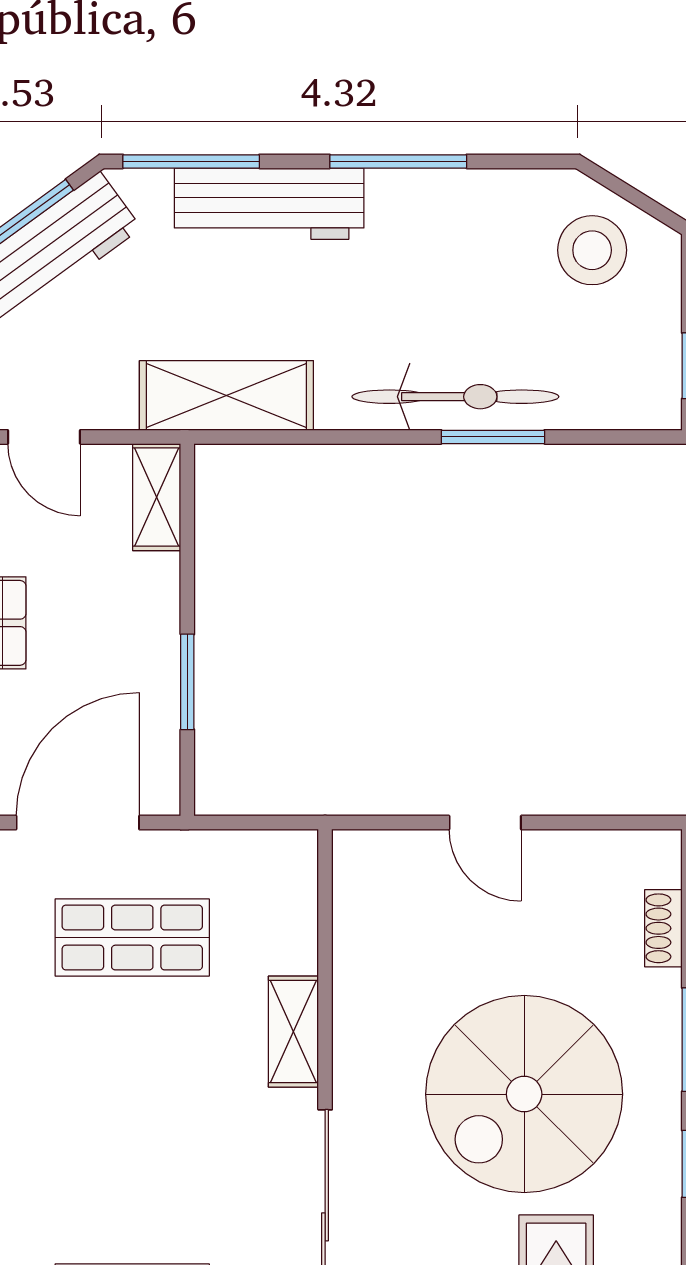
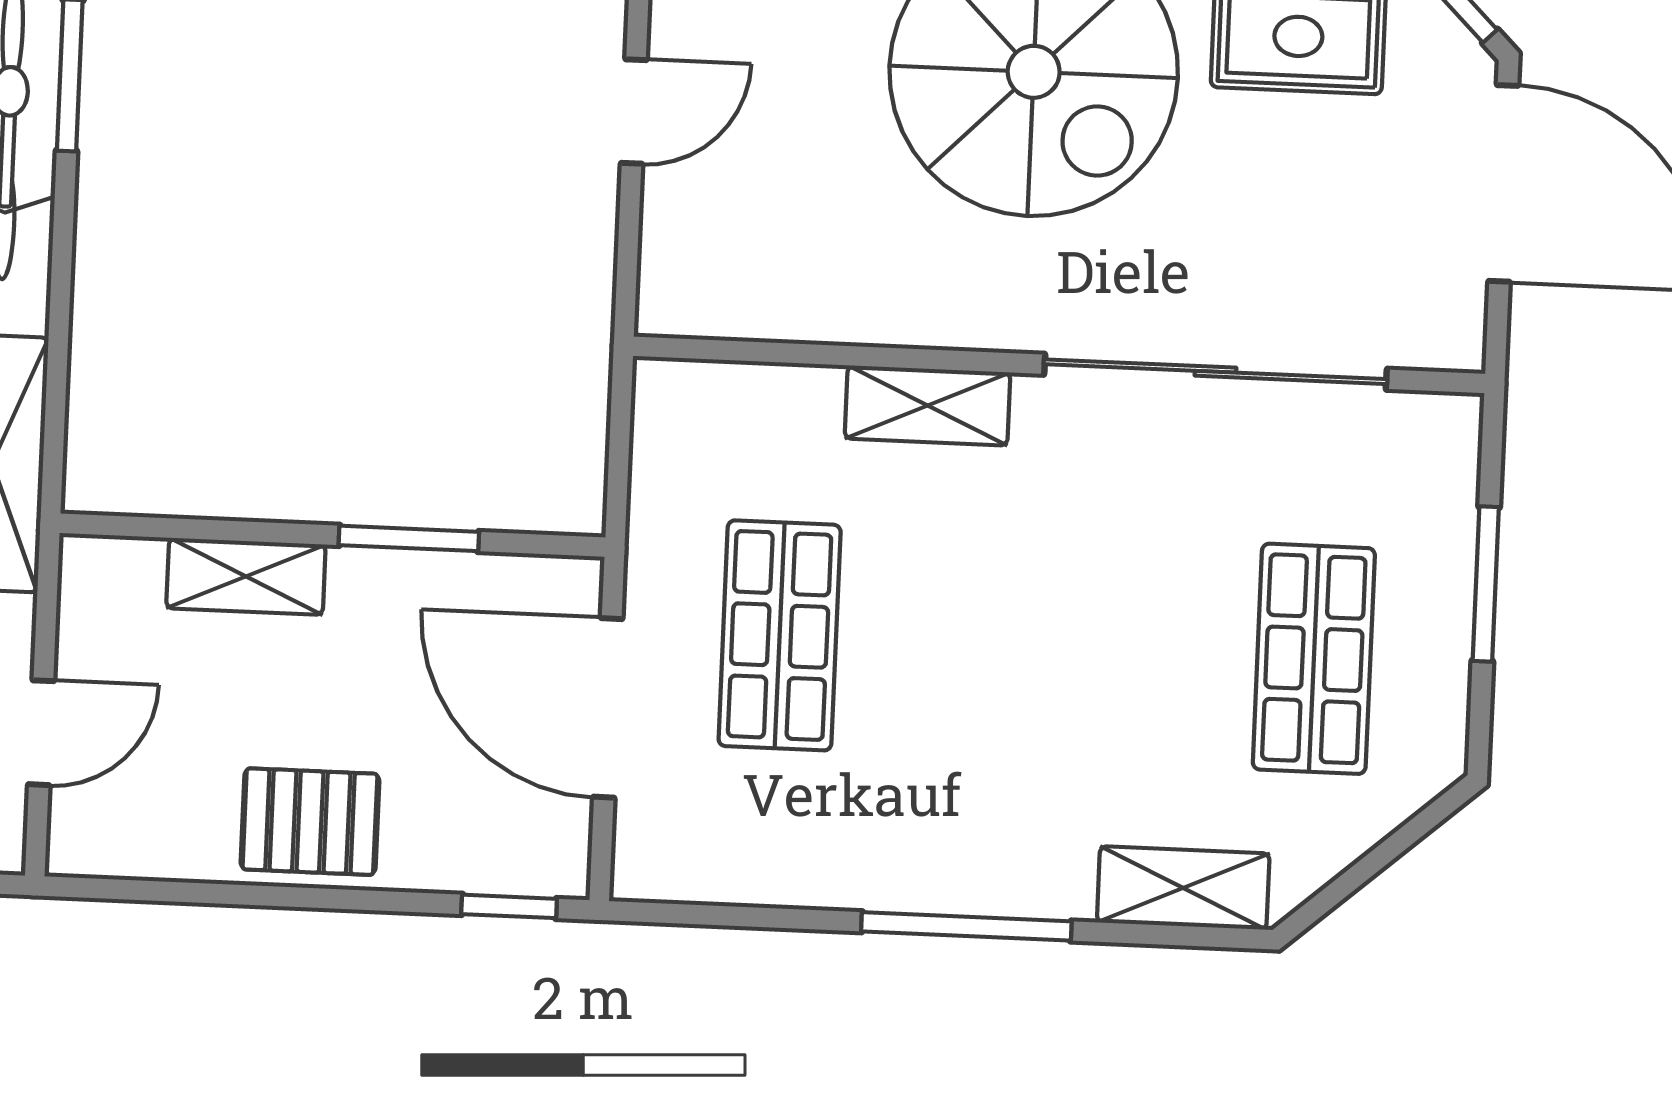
shelving: (157, 497) -> (246, 576), moved

